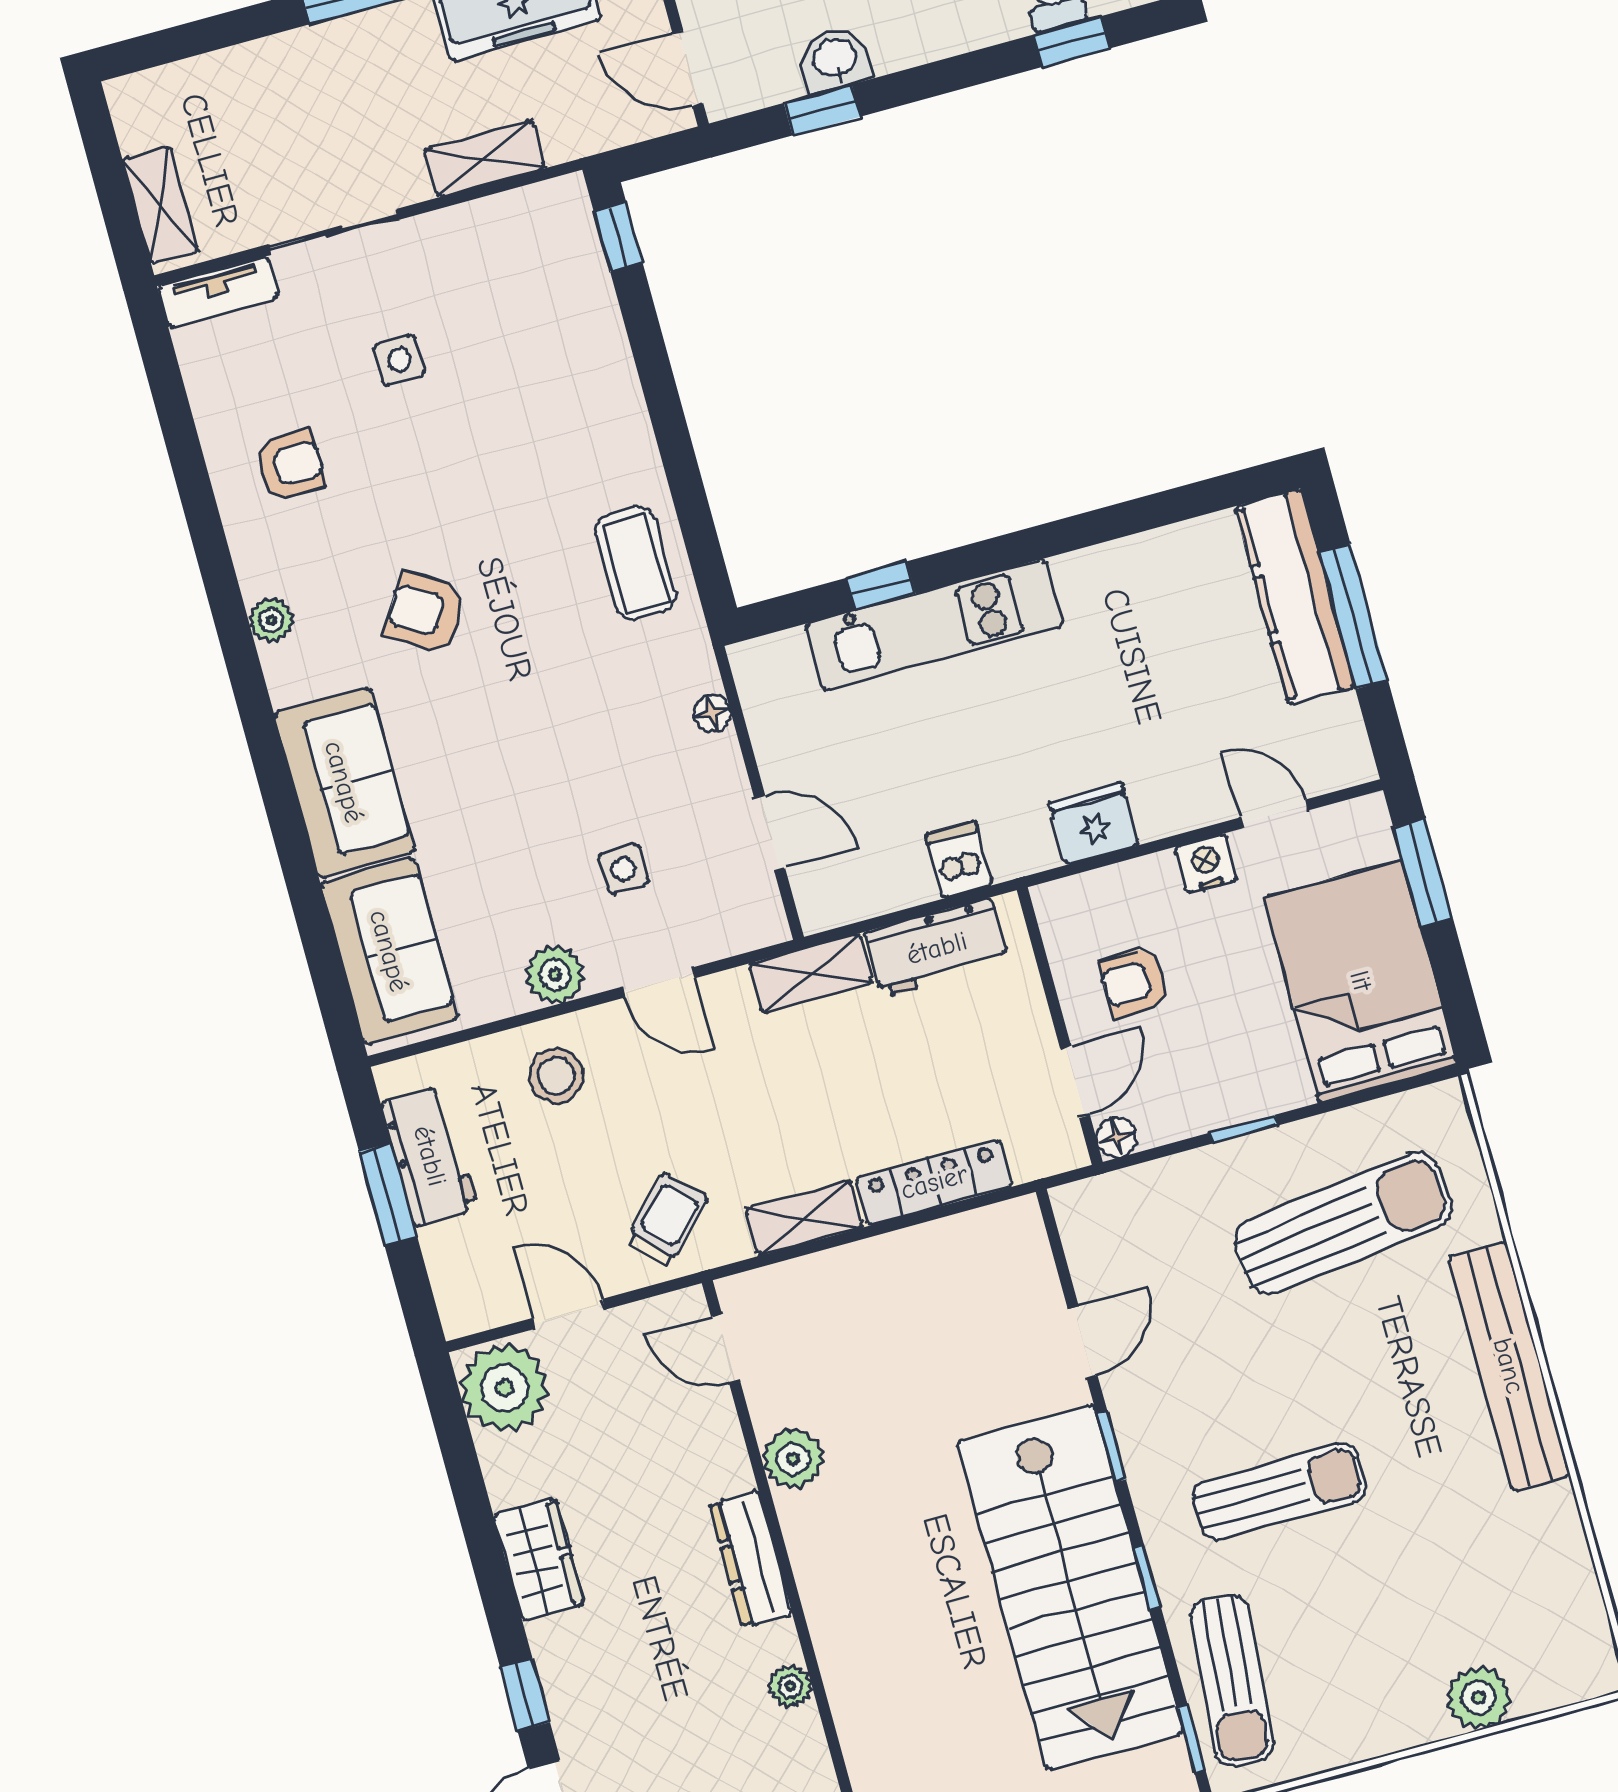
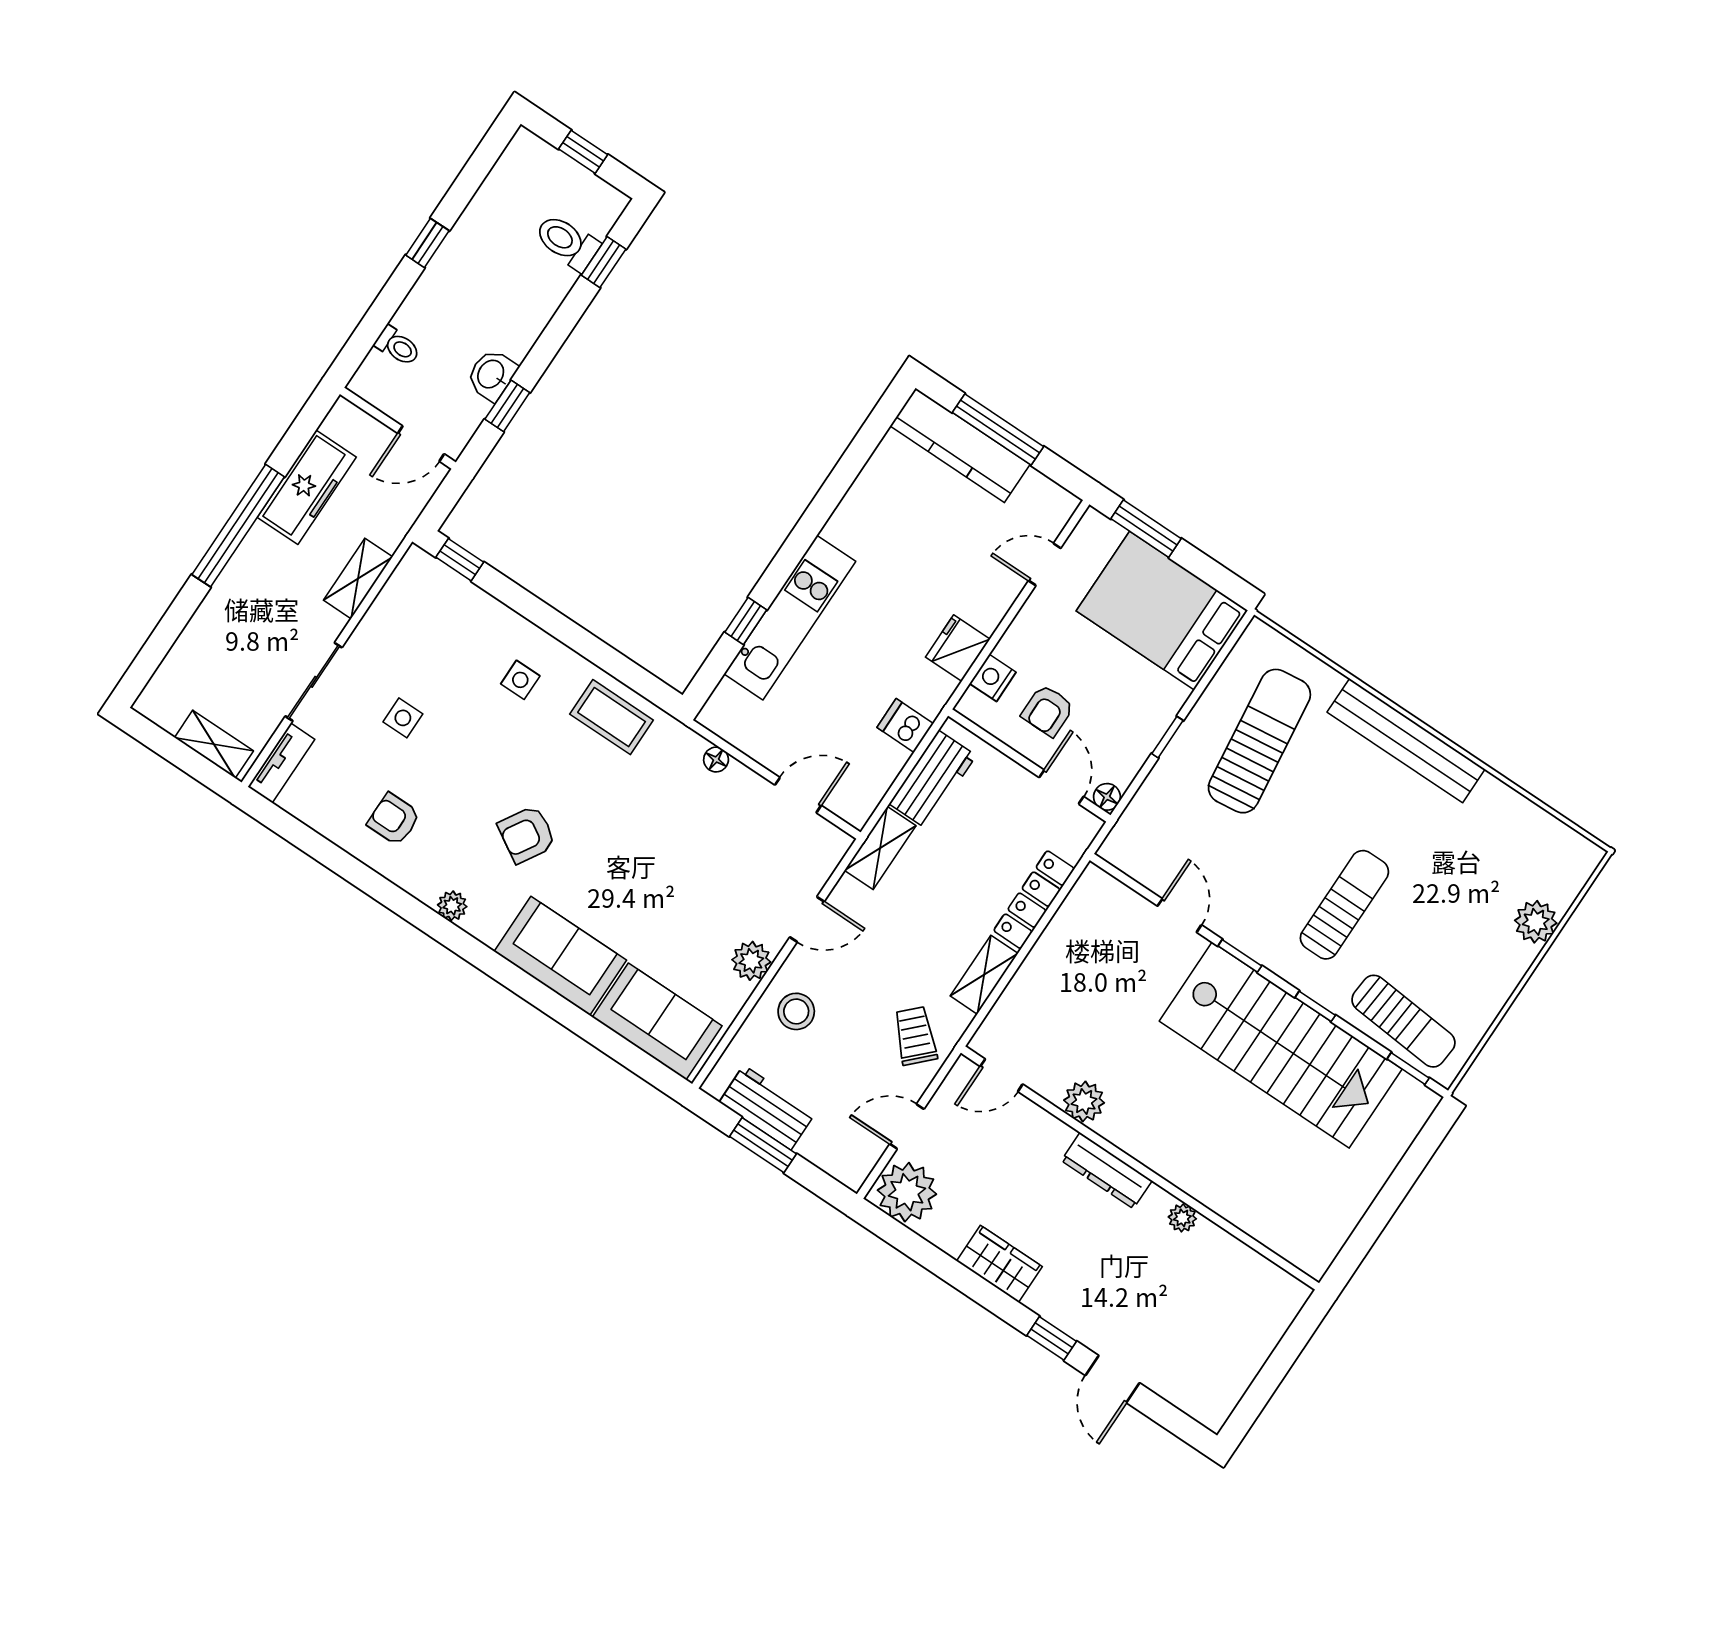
armchair: (290, 465) -> (394, 819), turned -90
nightstand: (1206, 864) -> (993, 678), moved
side table: (624, 869) -> (520, 680), moved

